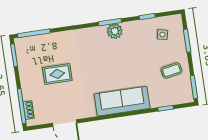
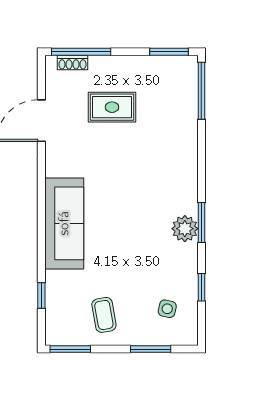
rug: (57, 74) -> (112, 107), moved, turned 90

